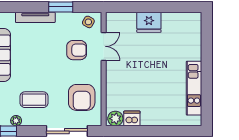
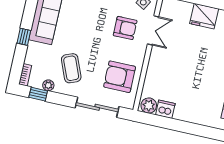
armchair: (82, 97) -> (120, 77), turned 90
coffee table: (34, 100) -> (71, 68), turned 68

